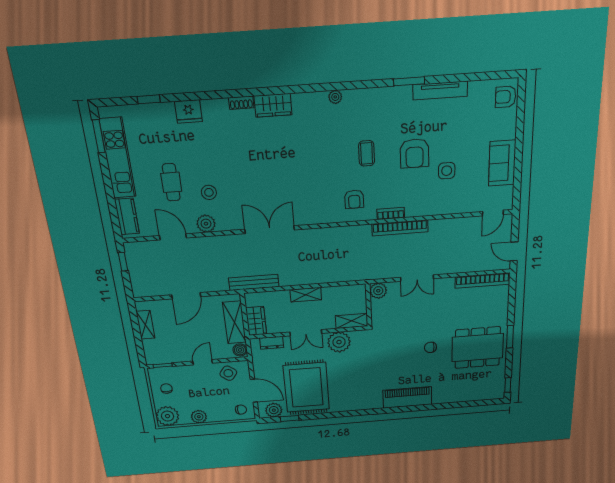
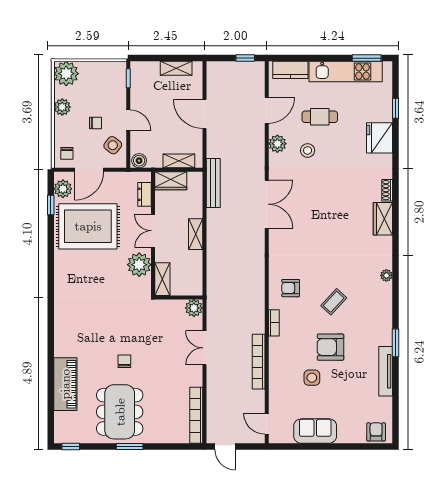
fridge: (188, 111) -> (379, 138), width x1.36, depth x1.34
coffee table: (367, 153) -> (334, 302), turned -47
bookcase: (400, 228) -> (259, 362), moved
door: (514, 251) -> (225, 446), swing flipped
shelving: (234, 322) -> (179, 161), width x0.67, depth x0.75
chair: (166, 389) -> (96, 123), moved
piano: (407, 397) -> (65, 384), moved

